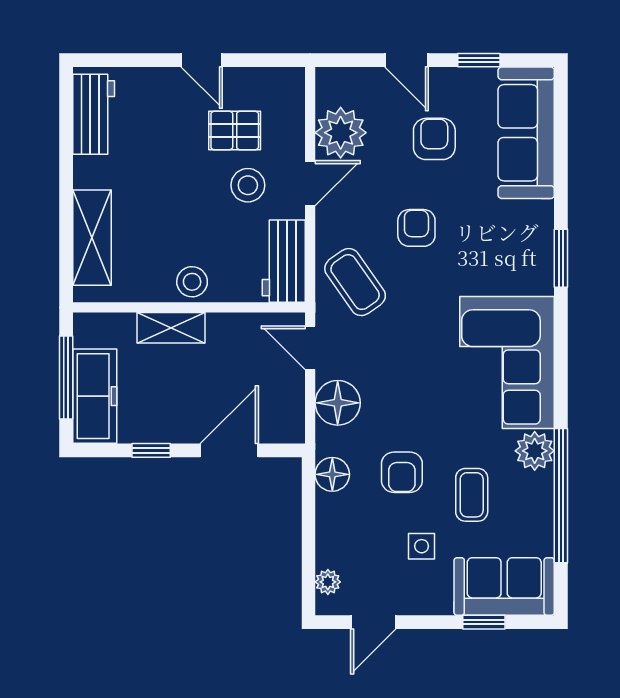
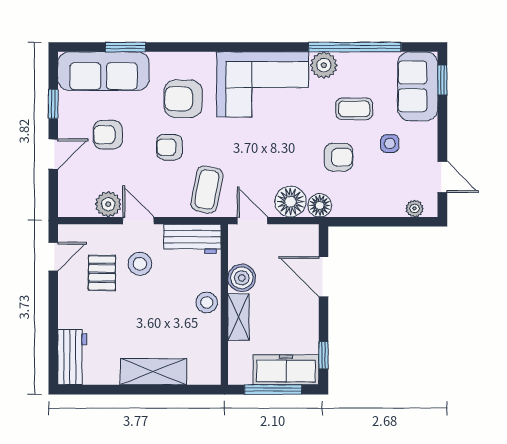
door: (202, 60) -> (53, 257), moved
workbench: (94, 114) -> (72, 357), moved, turned 90
plant: (341, 133) -> (108, 204), width x0.73, depth x0.73
shelving: (92, 238) -> (153, 372), moved
armchair: (486, 248) -> (183, 99), added
window: (561, 258) -> (126, 47), moved
coffee table: (355, 282) -> (207, 190), turned -44
boiler: (228, 332) -> (242, 278), added
door: (310, 348) -> (252, 221), swing flipped
window: (151, 450) -> (324, 355), moved
floor lamp: (332, 474) -> (320, 205), moved
window: (484, 622) -> (442, 80), moved

